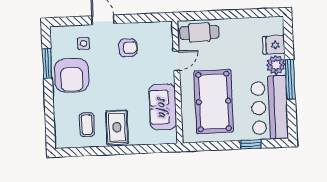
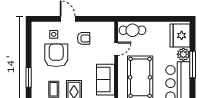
fridge: (274, 45) -> (180, 35), width x1.88, depth x1.34
window: (47, 63) -> (29, 77), moved
armchair: (72, 75) -> (56, 55), moved, turned 180

